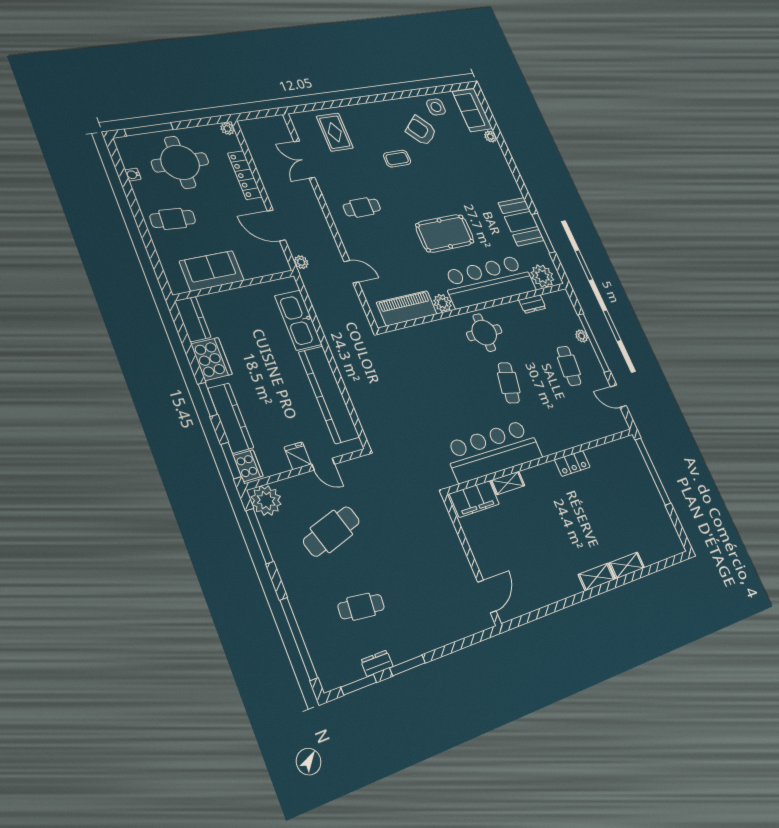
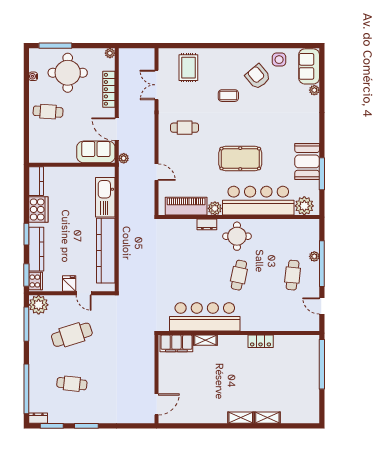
sofa: (212, 271) -> (96, 152), moved
dresser: (532, 304) -> (207, 224), moved
dresser: (377, 663) -> (38, 418), moved

